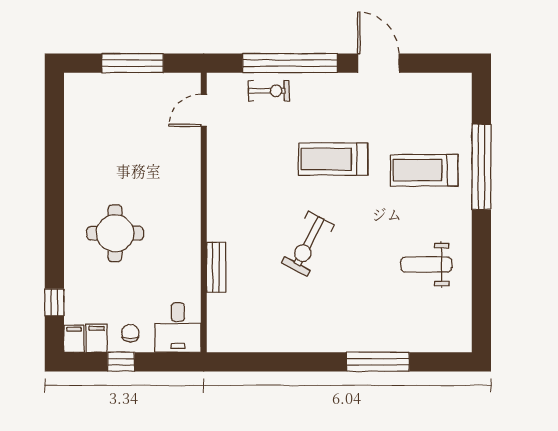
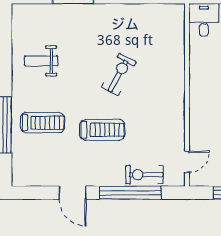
exercise bike: (269, 91) -> (144, 175), width x1.38, depth x1.39
weight bench: (426, 265) -> (41, 61), turned 180
bench: (216, 267) -> (179, 59), removed

